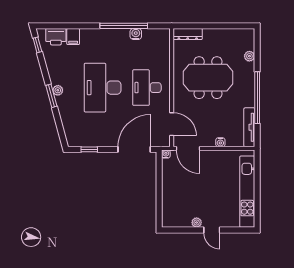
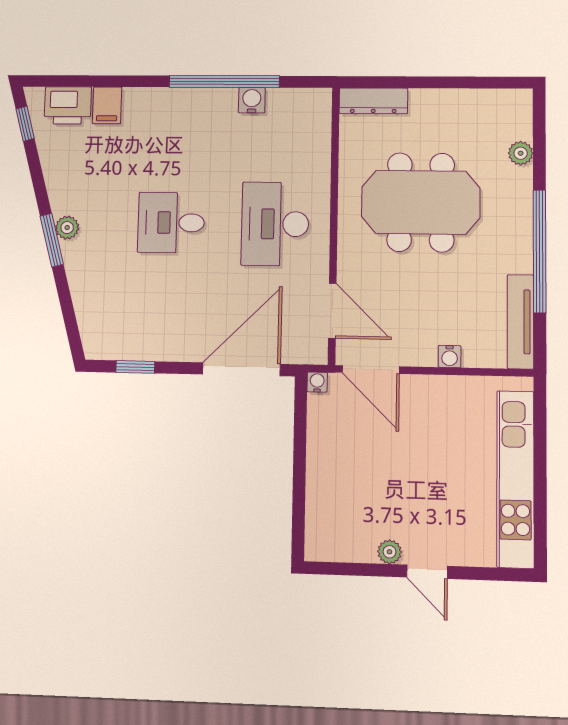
desk: (103, 88) -> (171, 223), width x0.53, depth x0.77

